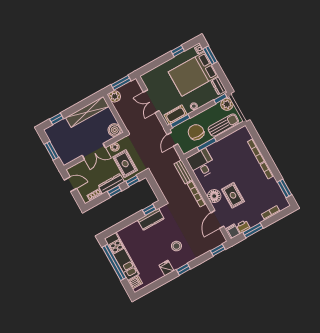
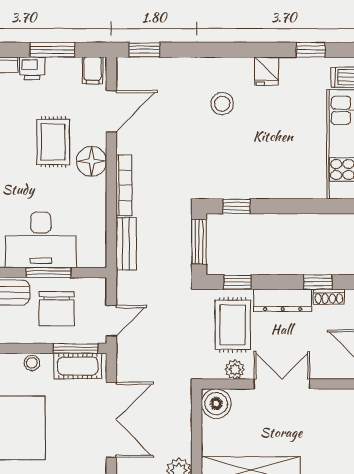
double door: (151, 101) -> (111, 420), width x1.37
desk: (201, 164) -> (41, 240), moved, width x1.37
window: (156, 188) -> (199, 242), added
window: (114, 191) -> (318, 282), moved
kitchen counter: (151, 219) -> (244, 185), removed
printer: (243, 227) -> (32, 68), moved
window: (183, 269) -> (311, 50), moved

